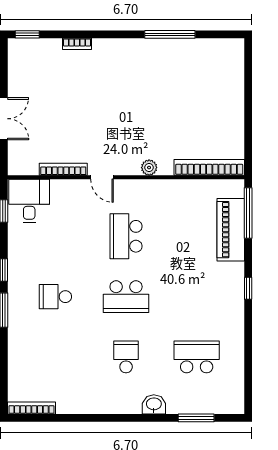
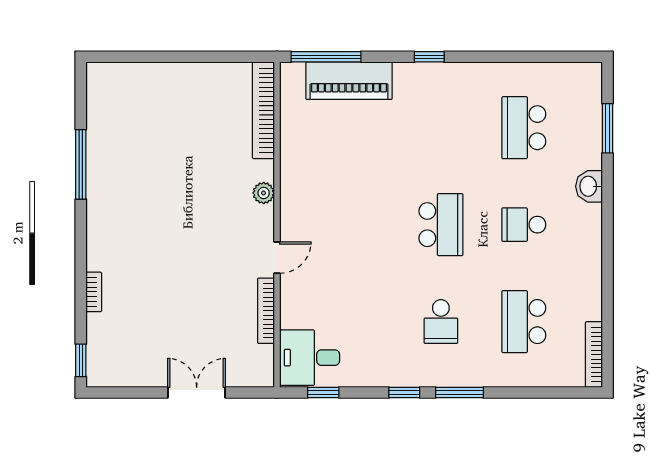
school desk: (126, 236) -> (524, 322), moved, turned 90

